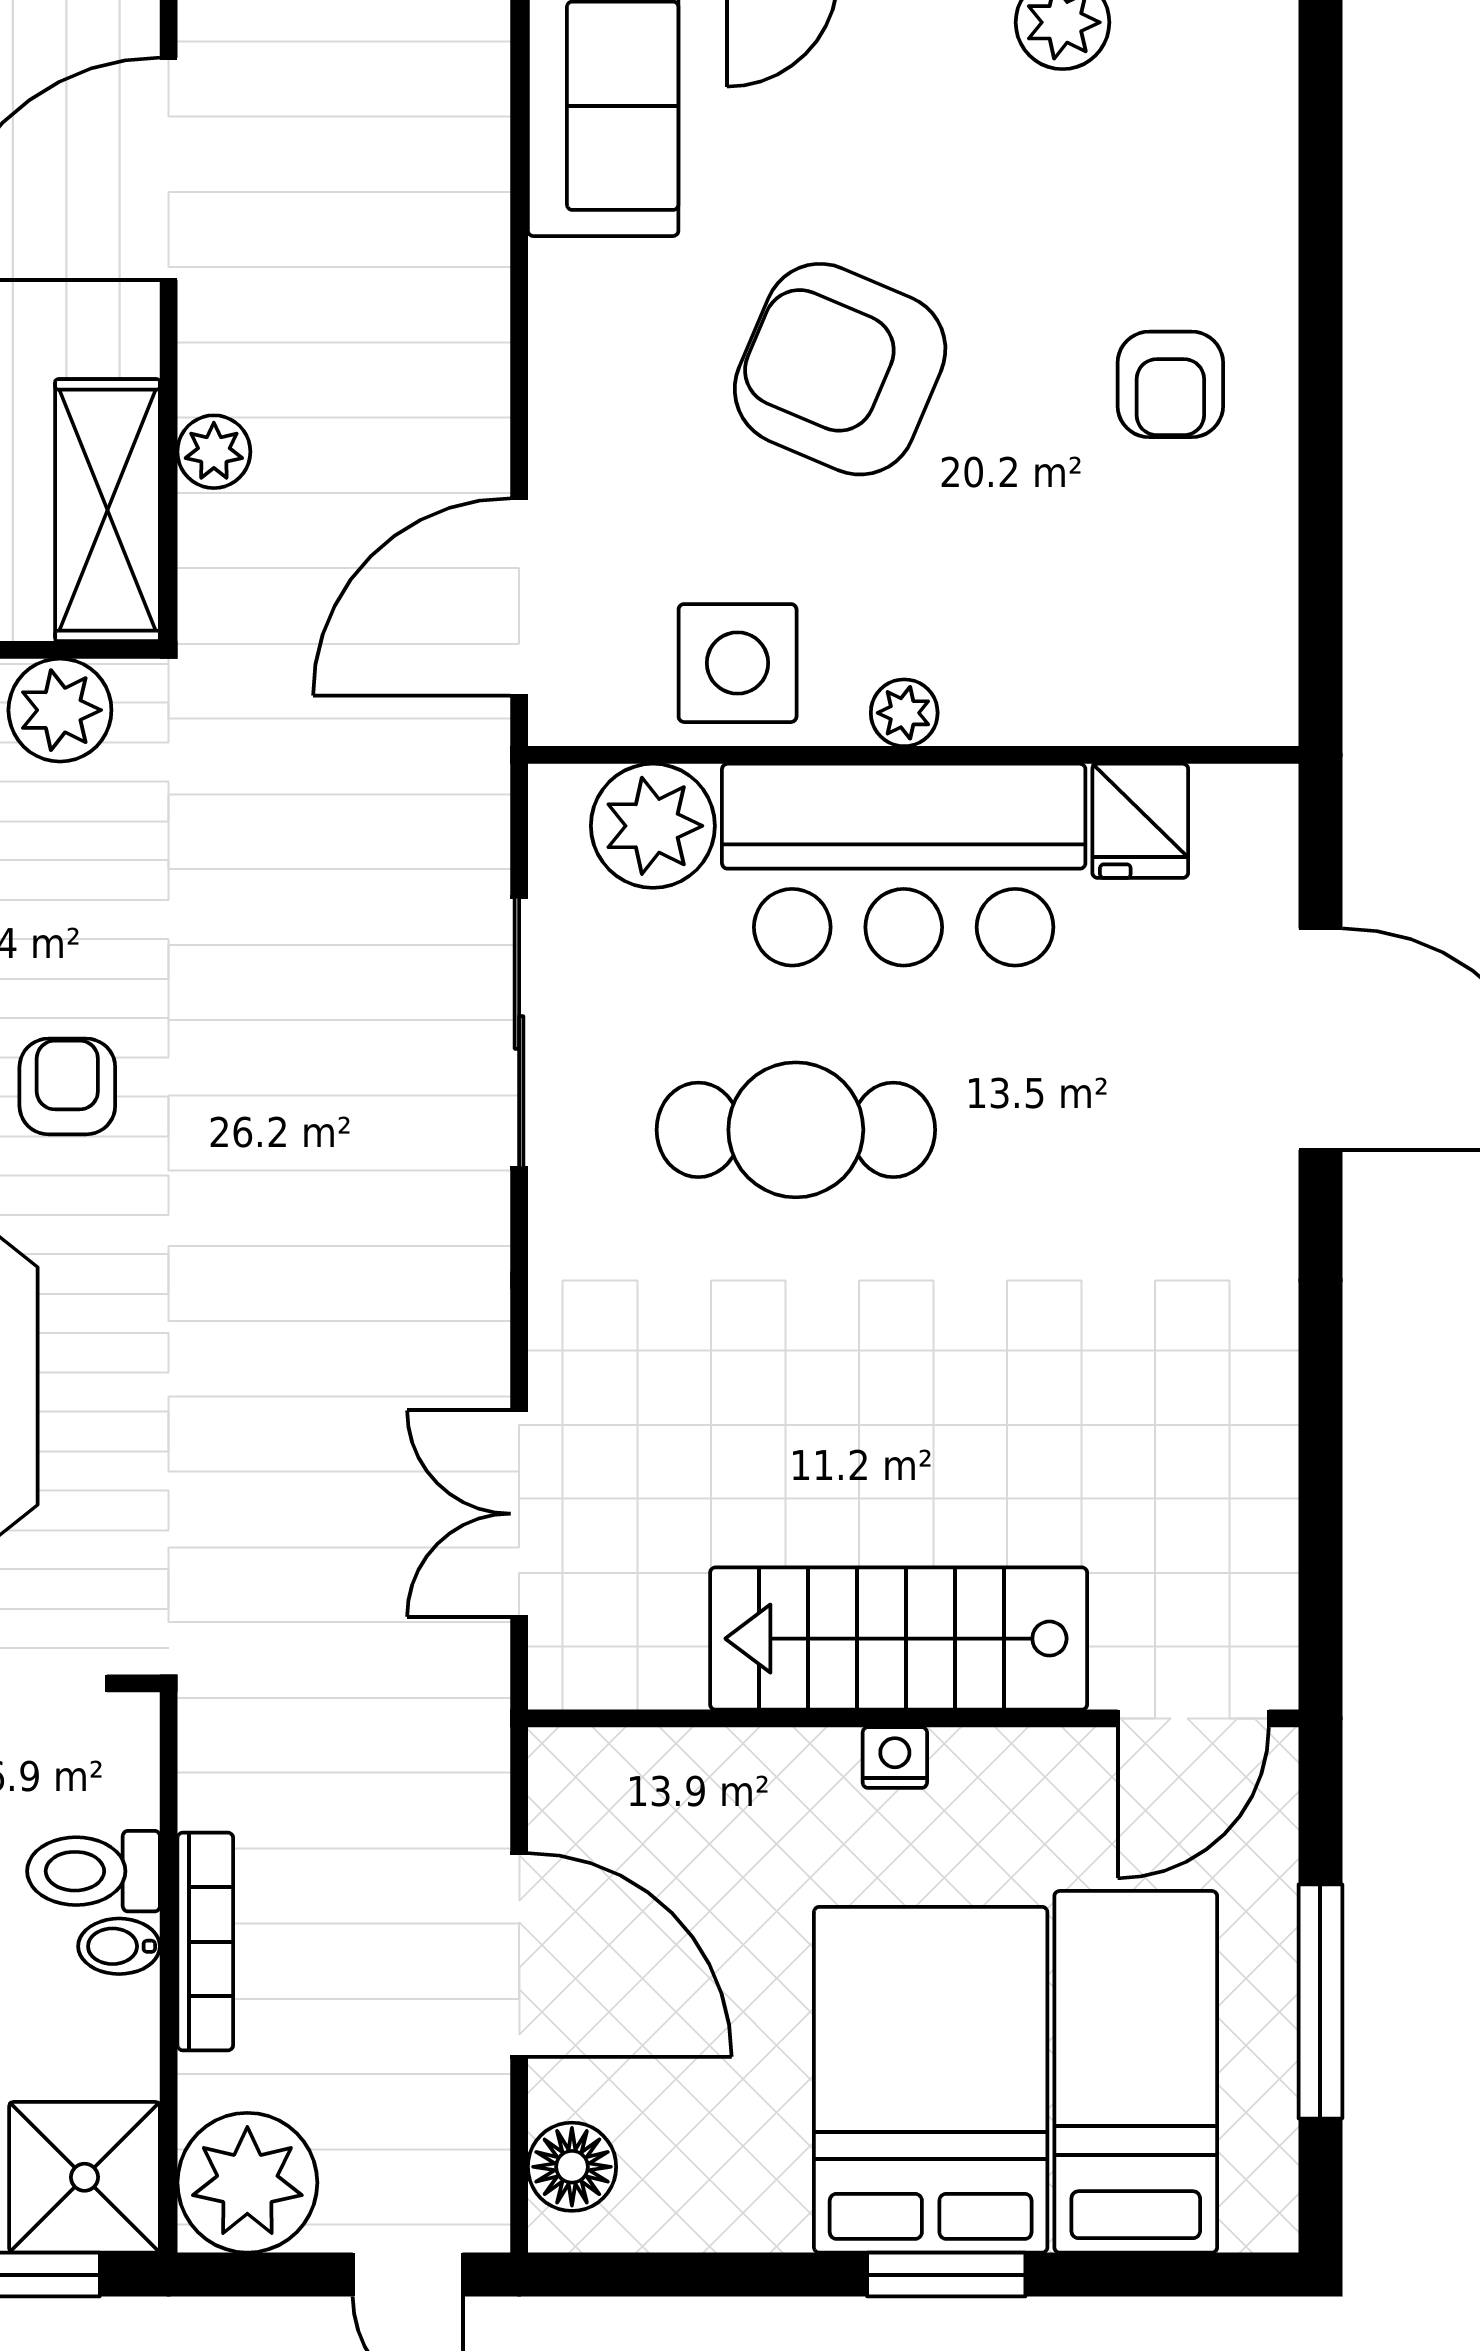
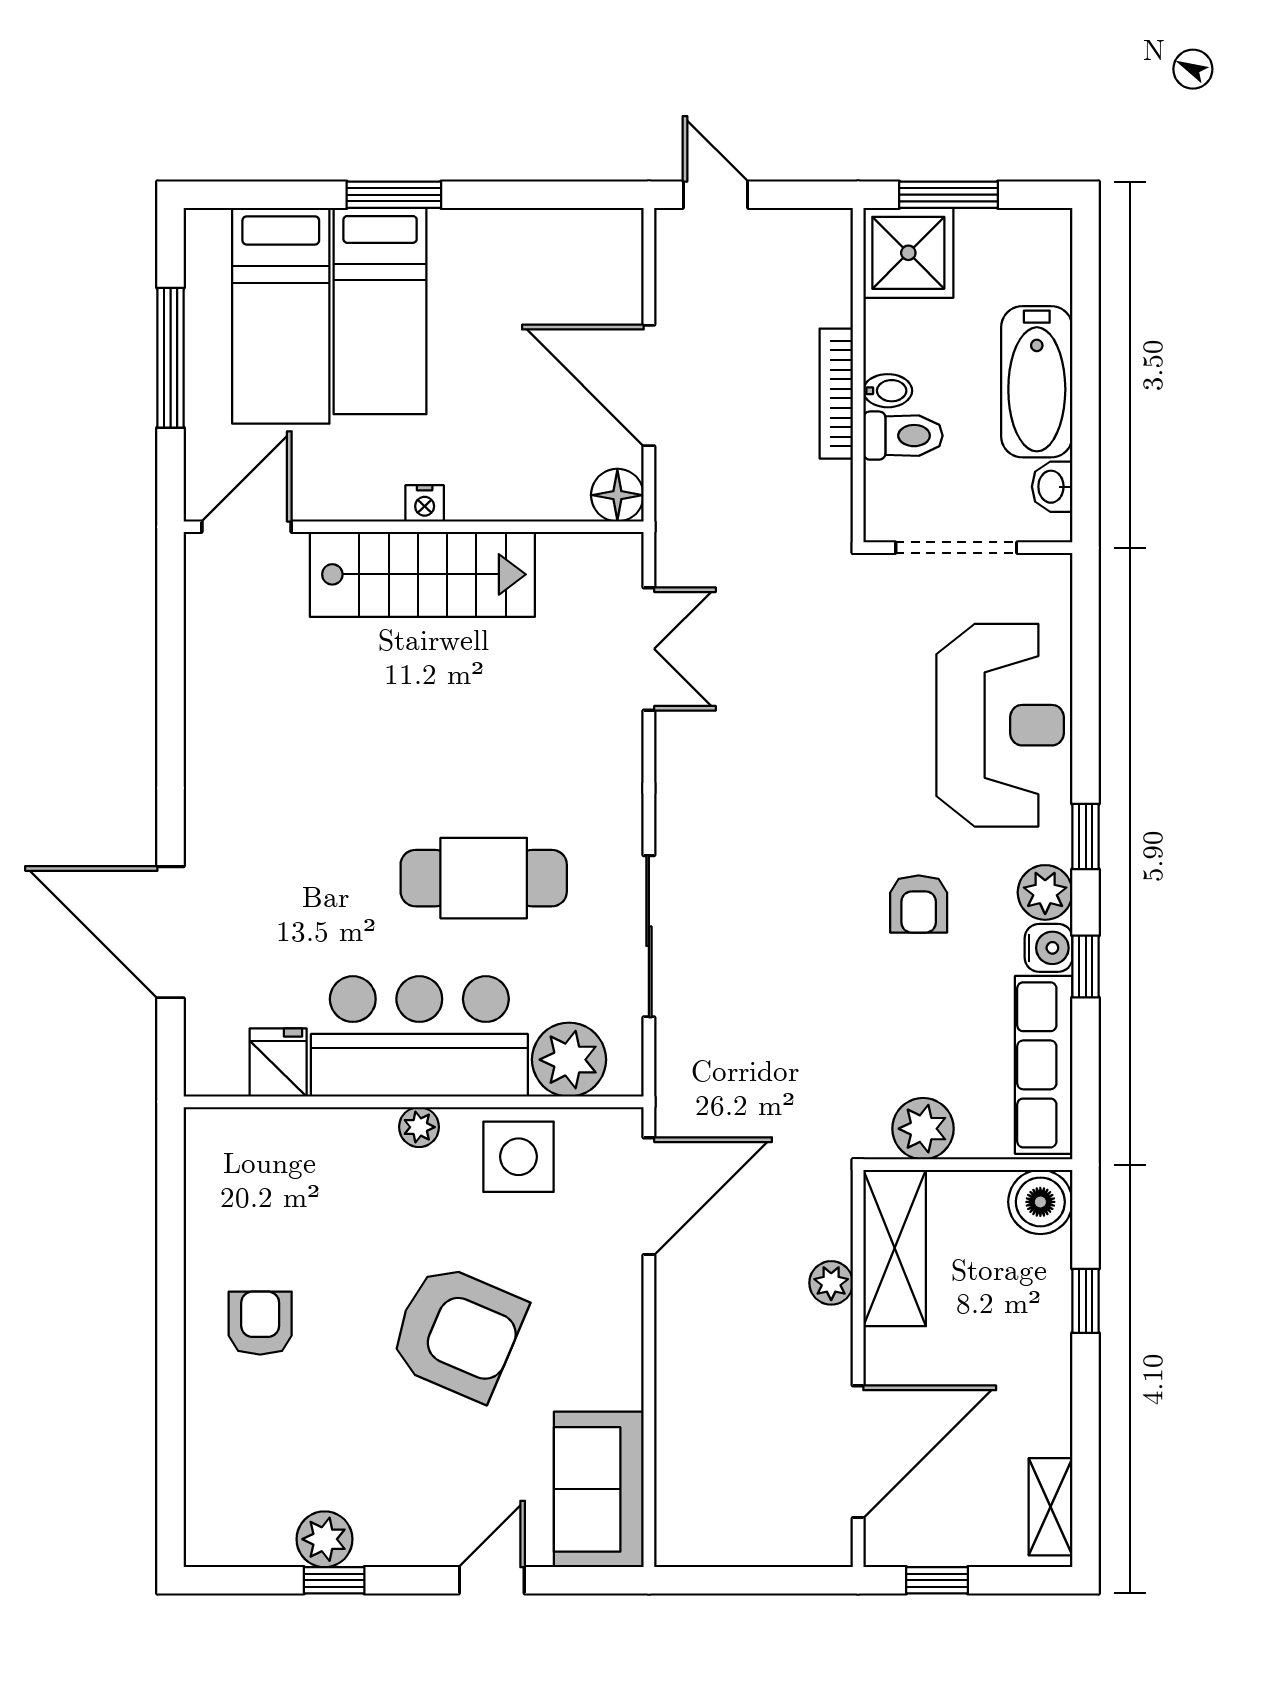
bed: (931, 2080) -> (380, 311), width x0.67
floor lamp: (572, 2167) -> (617, 495), moved
plant: (247, 2183) -> (811, 250), removed

